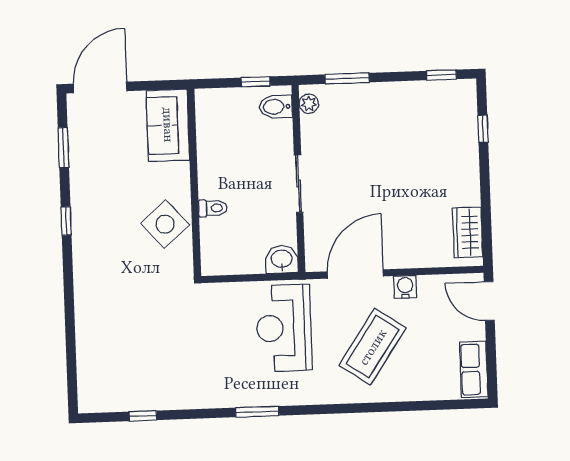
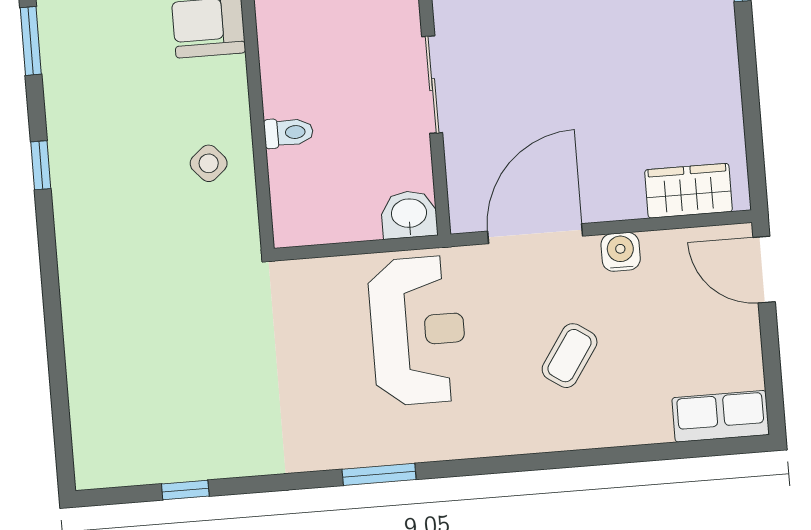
side table: (165, 224) -> (209, 163), width x0.54, depth x0.54
wardrobe: (468, 232) -> (689, 191), moved, turned 90
reception desk: (284, 328) -> (418, 331), turned 180
coffee table: (373, 347) -> (570, 356), width x0.54, depth x0.58
row of seats: (474, 369) -> (721, 416), moved, turned 90

